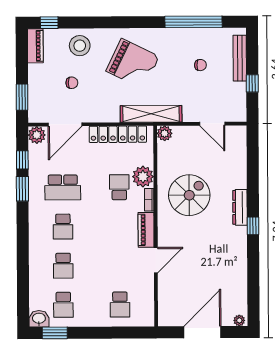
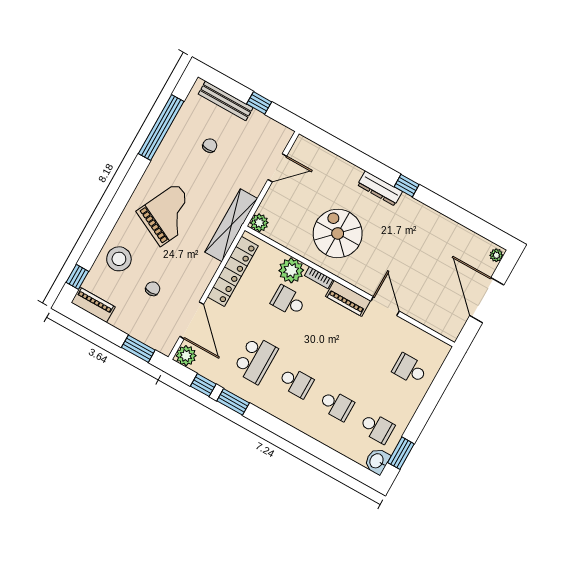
school desk: (120, 304) -> (410, 369), turned 180

